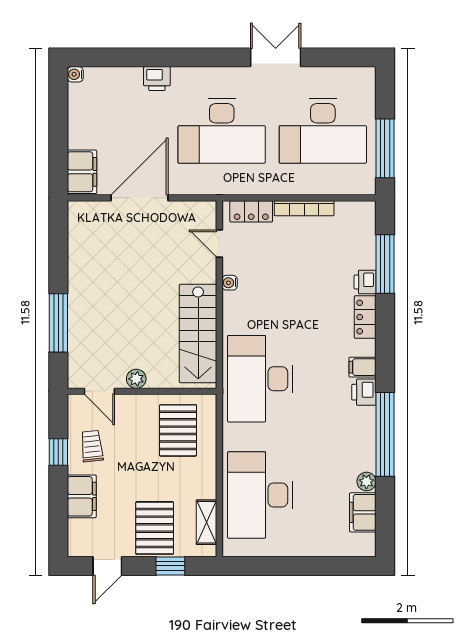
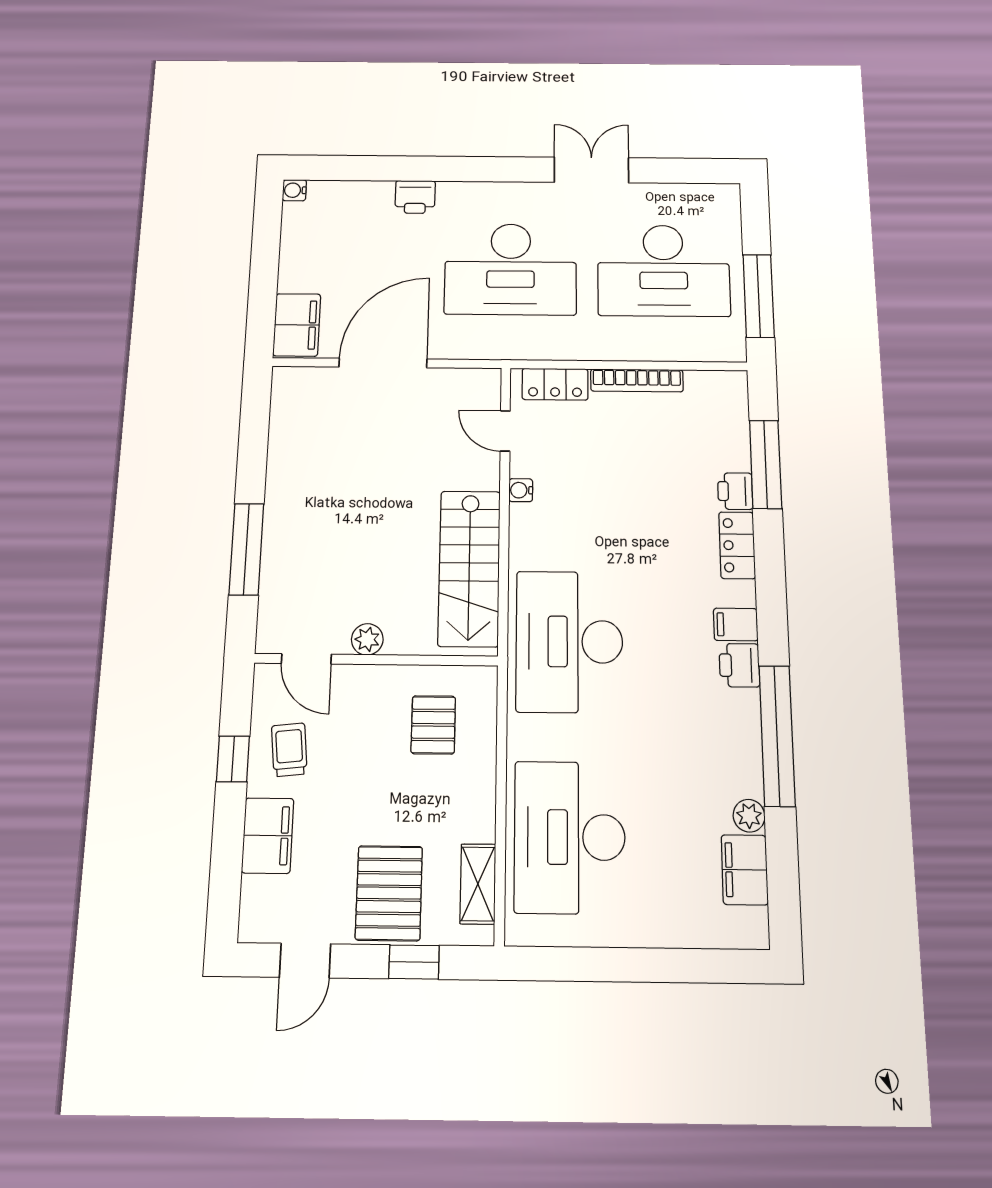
pallet: (178, 430) -> (433, 725), width x0.67, depth x0.71

